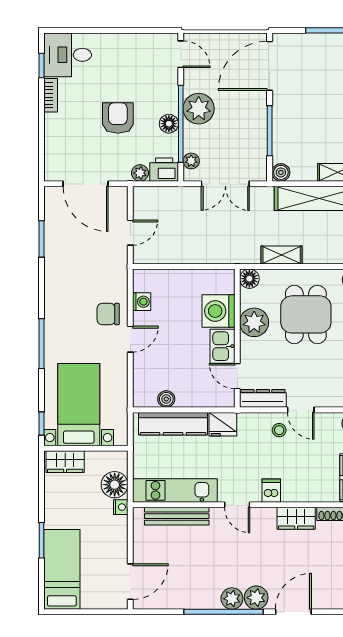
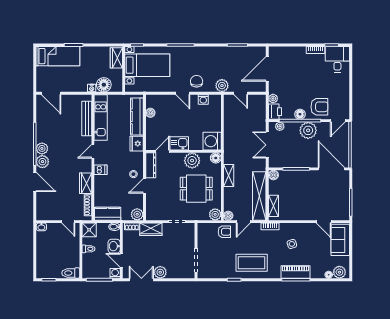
armchair: (118, 118) -> (319, 107), moved
plant: (116, 267) -> (222, 86), added
washing machine: (218, 311) -> (212, 141), moved, turned -90

